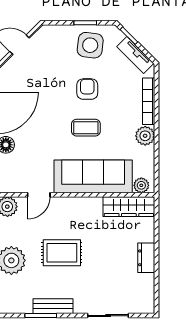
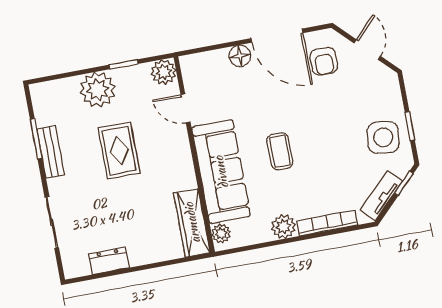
armchair: (87, 89) -> (324, 61), moved, turned 90
dresser: (146, 258) -> (109, 261), moved

